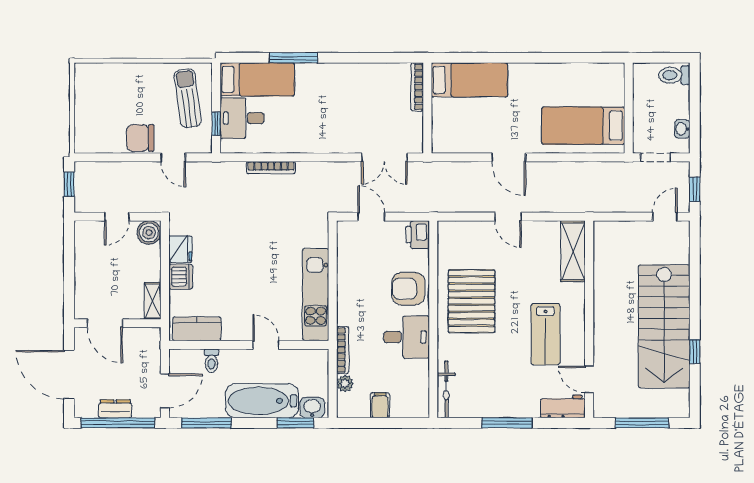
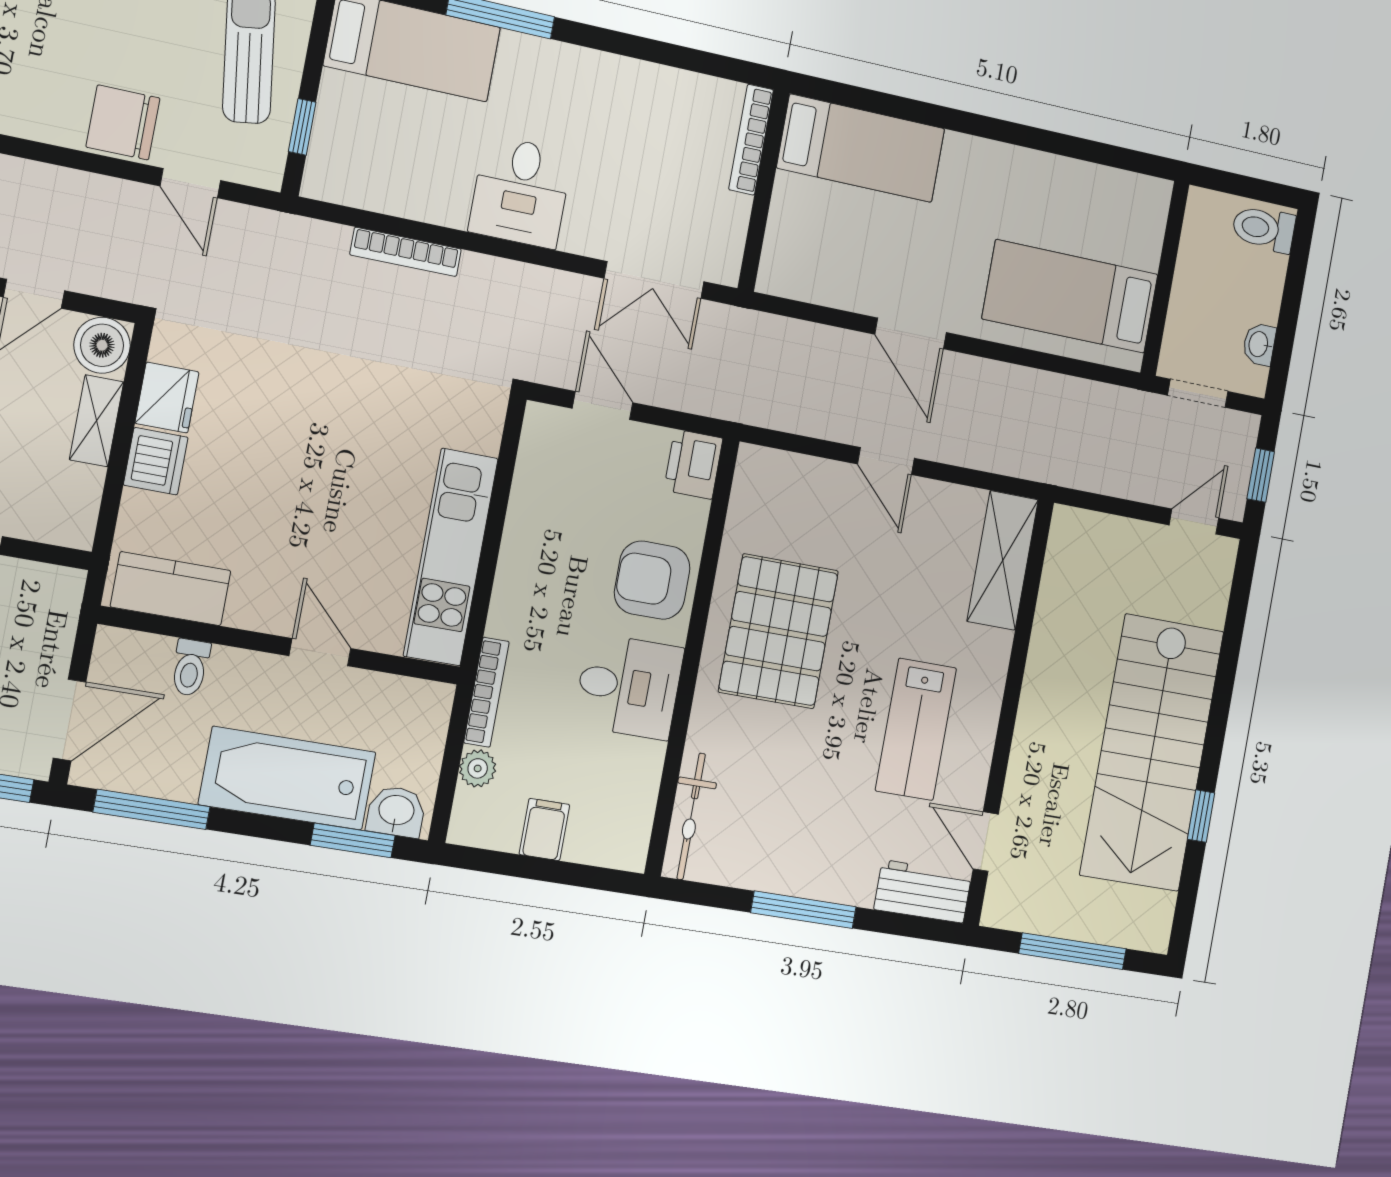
desk: (242, 118) -> (521, 192), moved, turned -90
shelving: (153, 301) -> (96, 421), moved

